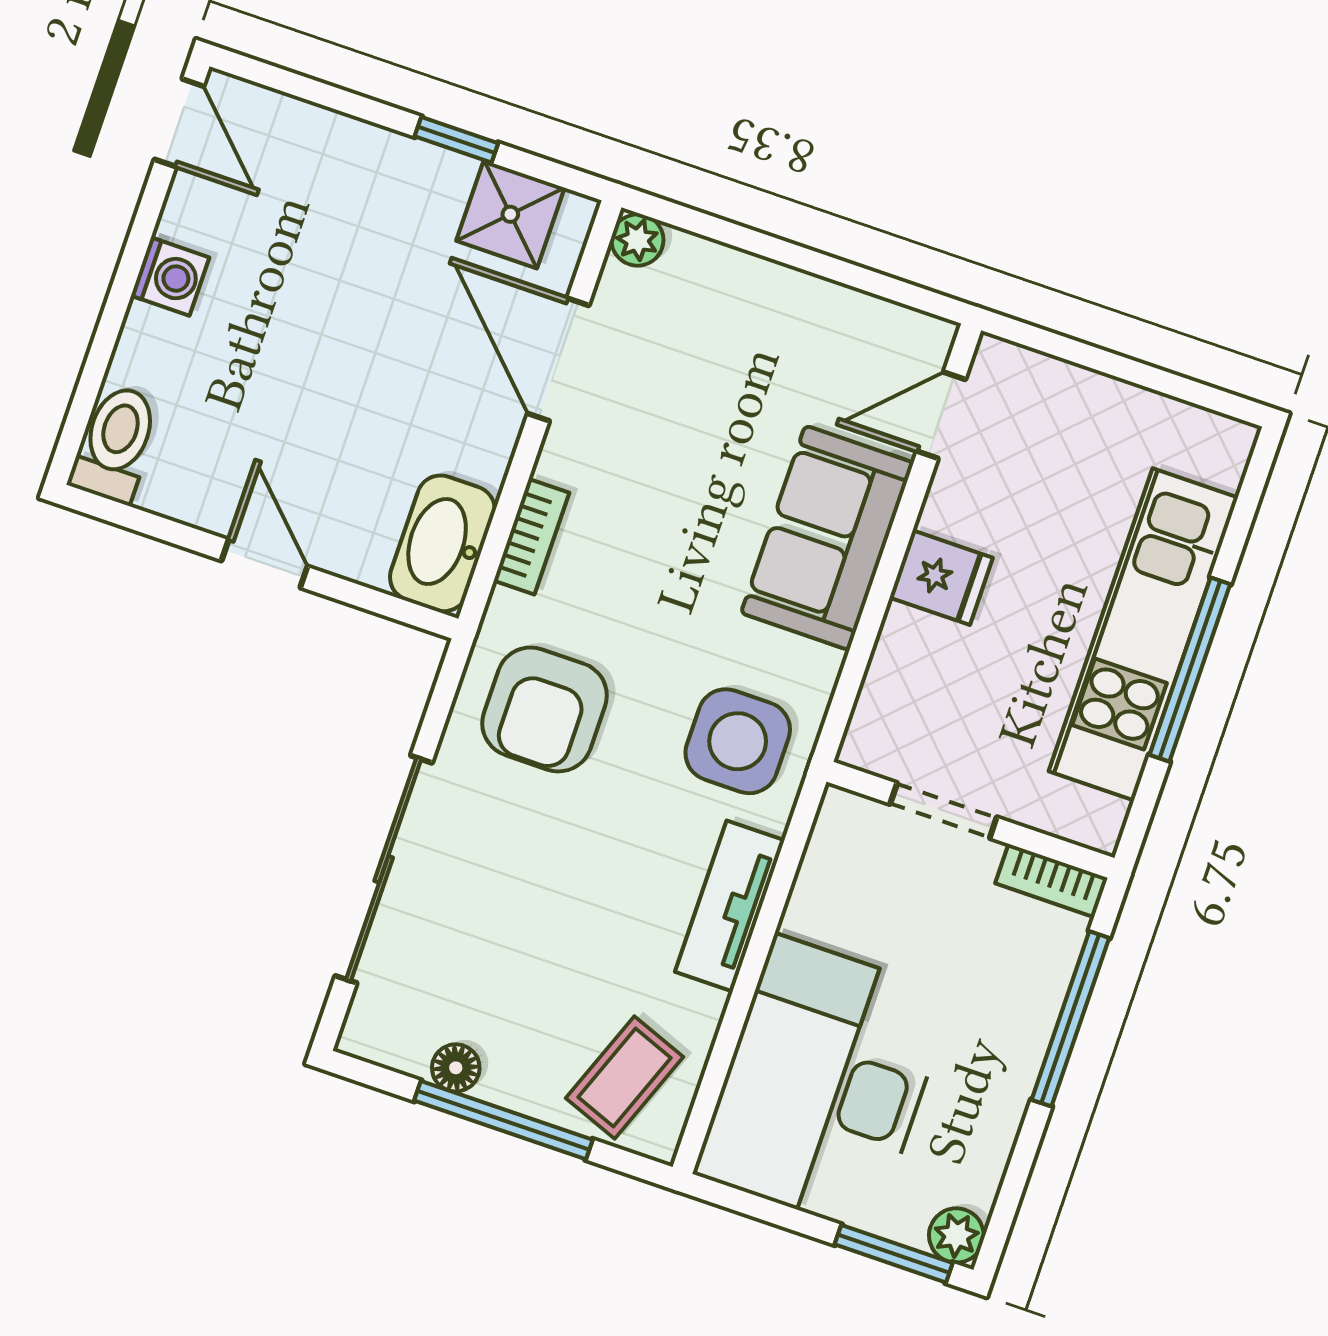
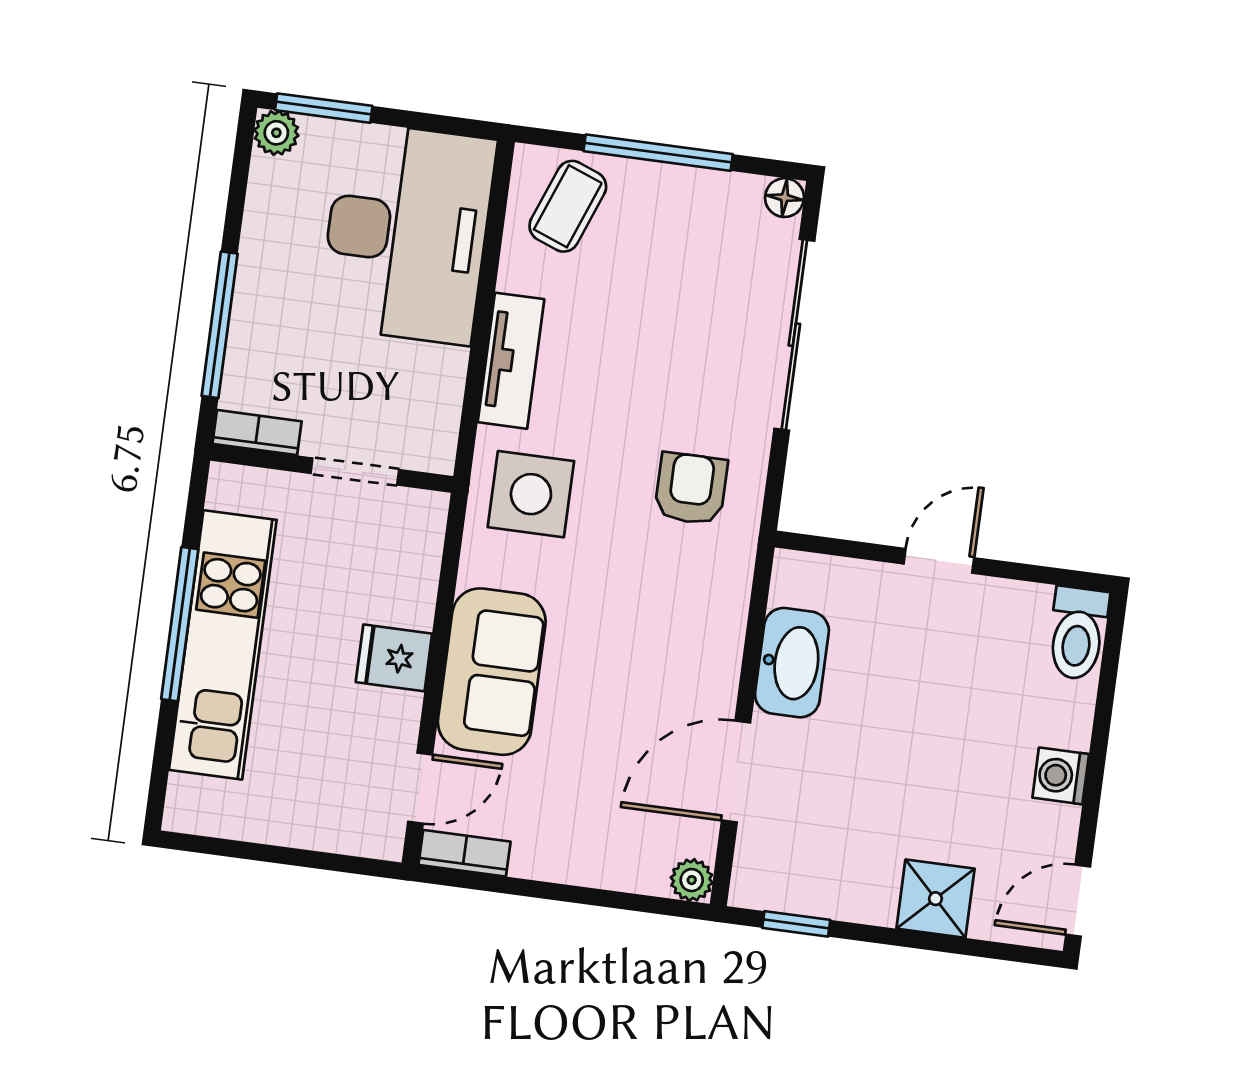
door: (179, 123) -> (1078, 901), hinge flipped
window: (456, 140) -> (796, 924), moved
shower: (510, 214) -> (935, 899), moved
door: (558, 359) -> (736, 772), swing flipped
bookcase: (531, 537) -> (465, 853), moved, turned 90
washbasin: (442, 543) -> (792, 663), moved
door: (265, 564) -> (939, 561), swing flipped
armchair: (545, 709) -> (691, 489), width x0.72, depth x0.72
floor lamp: (456, 1068) -> (785, 198), moved

